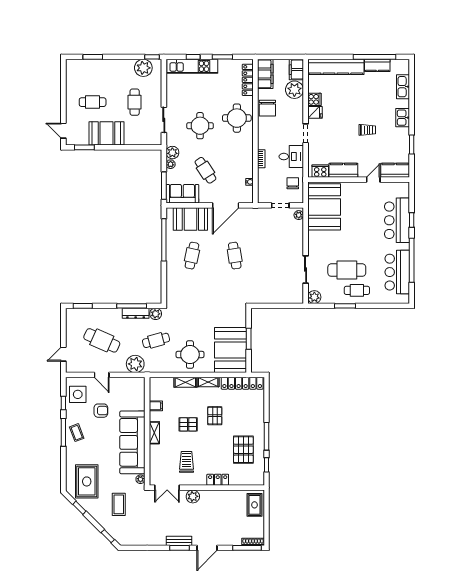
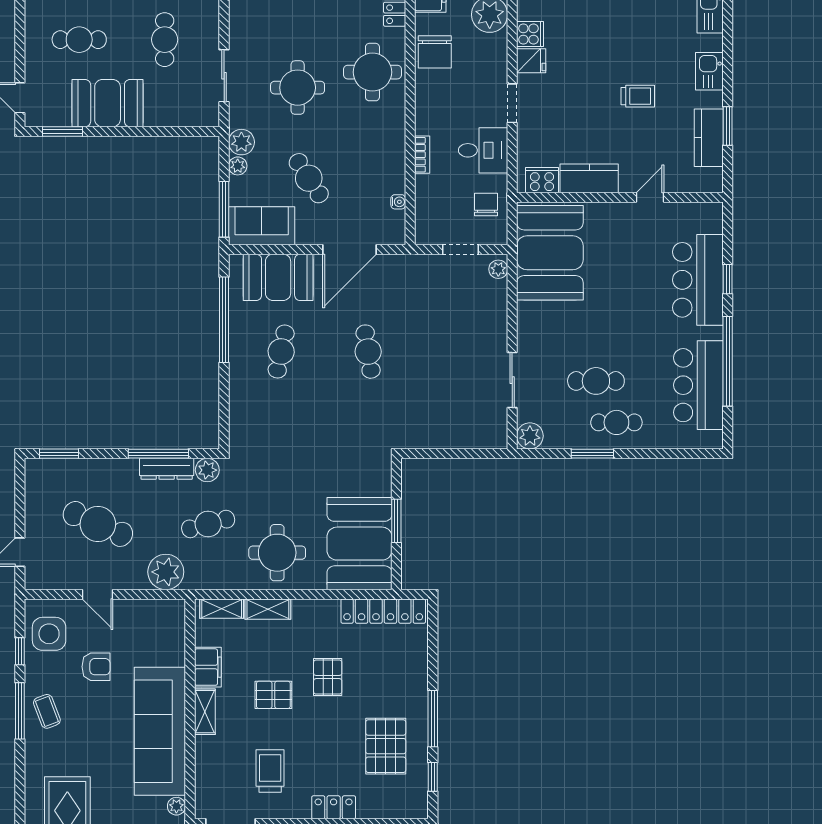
kitchen counter: (395, 170) -> (709, 138), moved, turned -90
cafe table: (347, 270) -> (596, 381), width x0.73, depth x0.74
shelving: (208, 382) -> (222, 609), moved
filing cabinet: (156, 406) -> (208, 667), width x2.00

